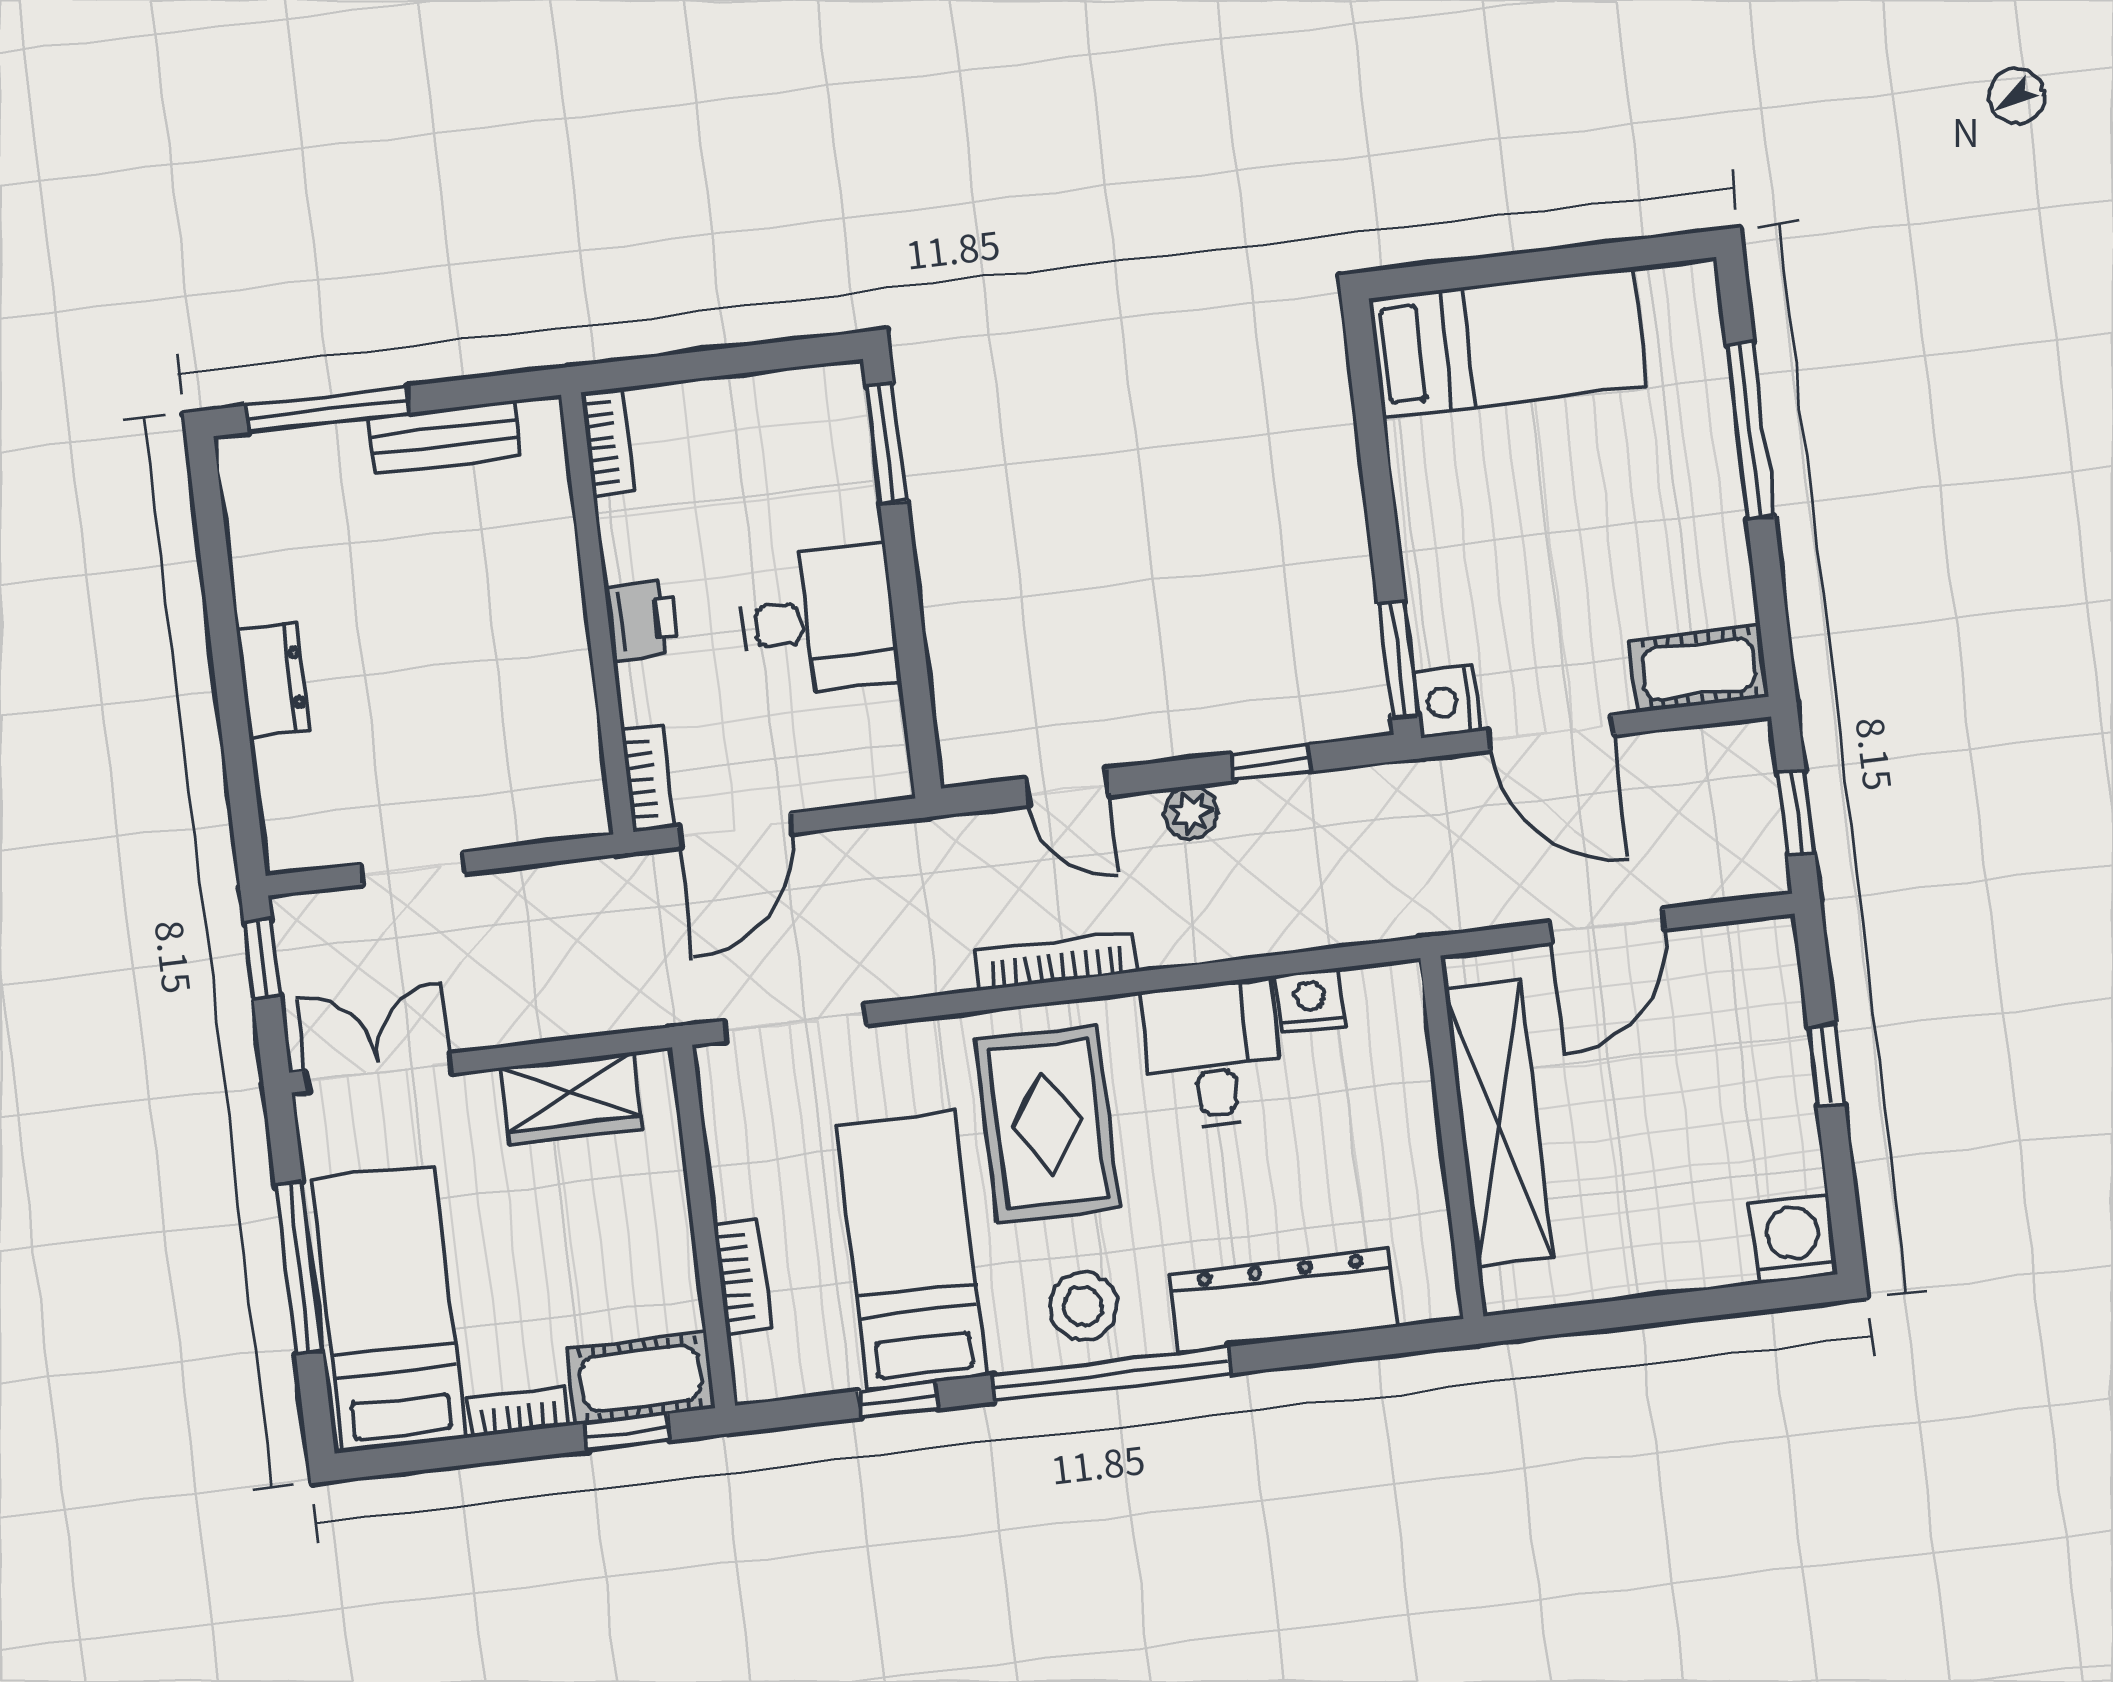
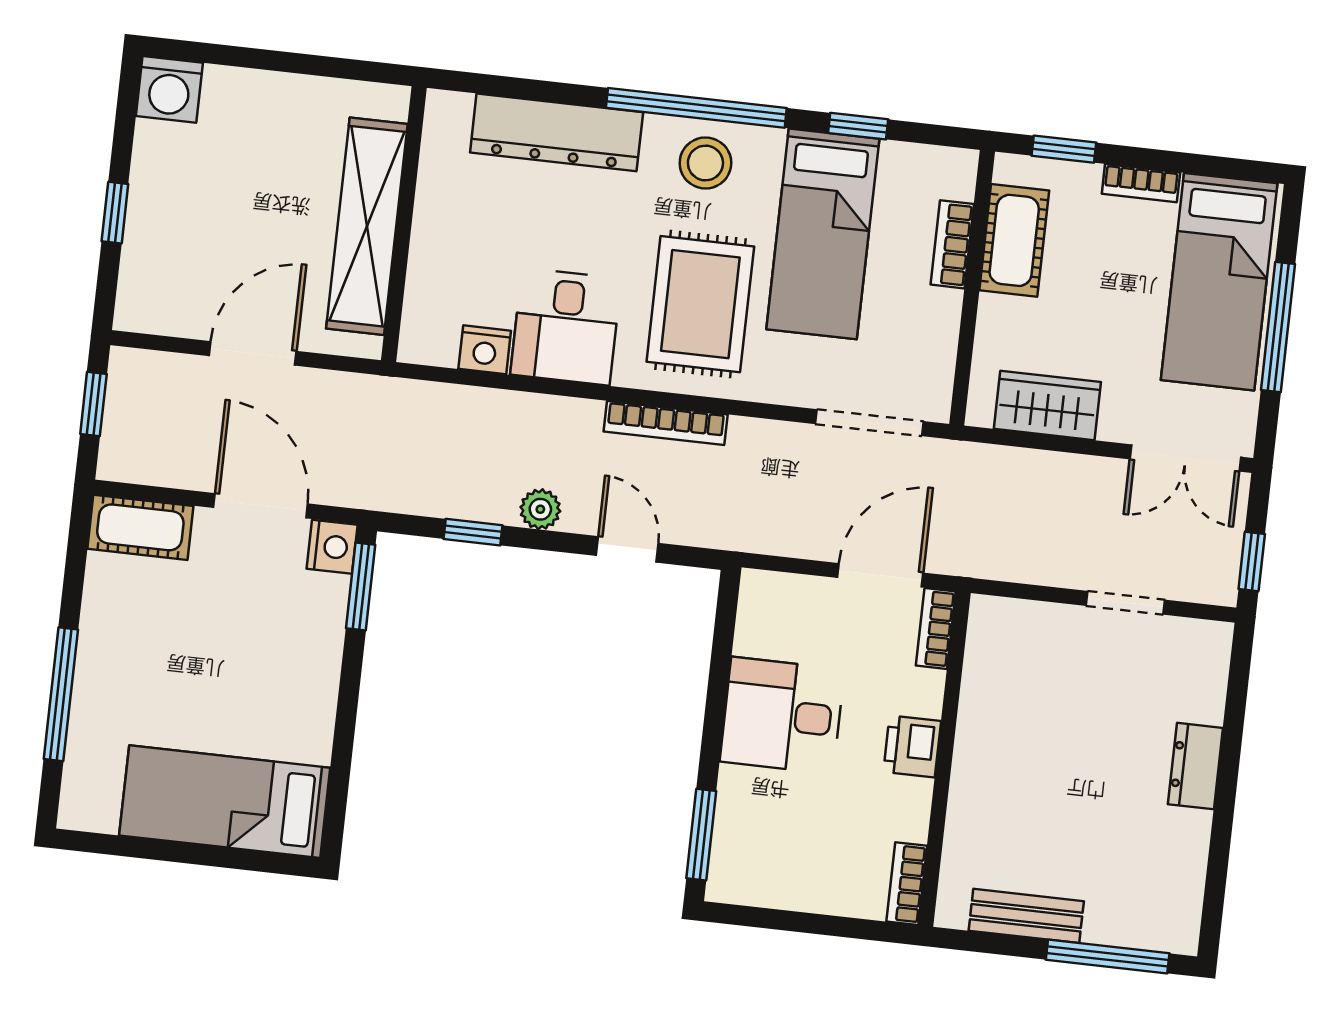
cot: (641, 1379) -> (1014, 240), moved, turned 90

